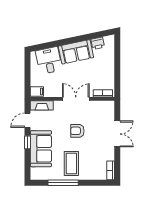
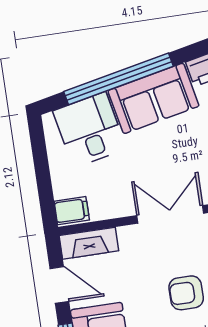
window: (63, 42) -> (118, 79), added
door: (28, 120) -> (59, 285), swing flipped

